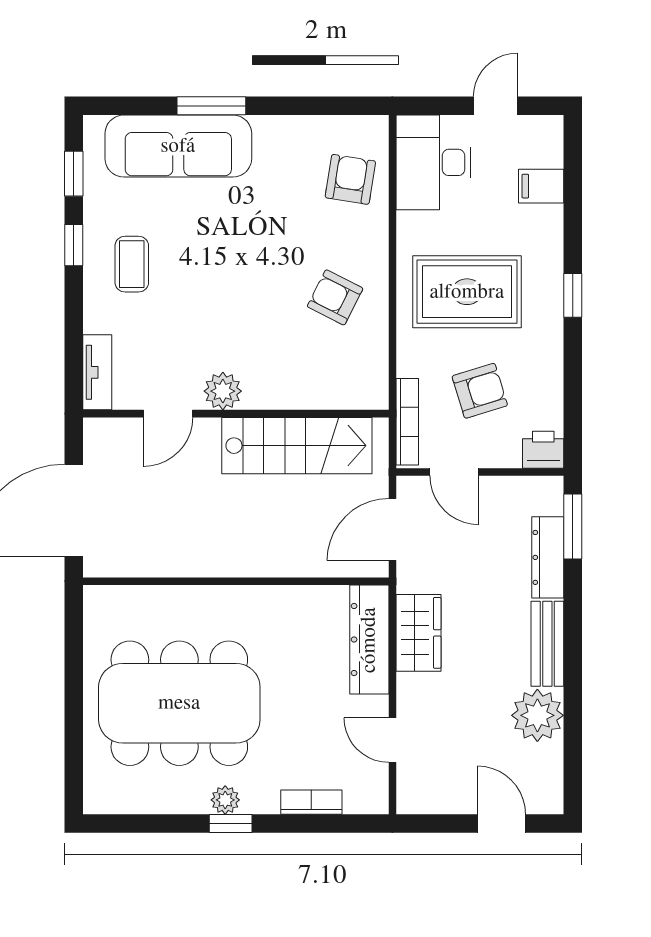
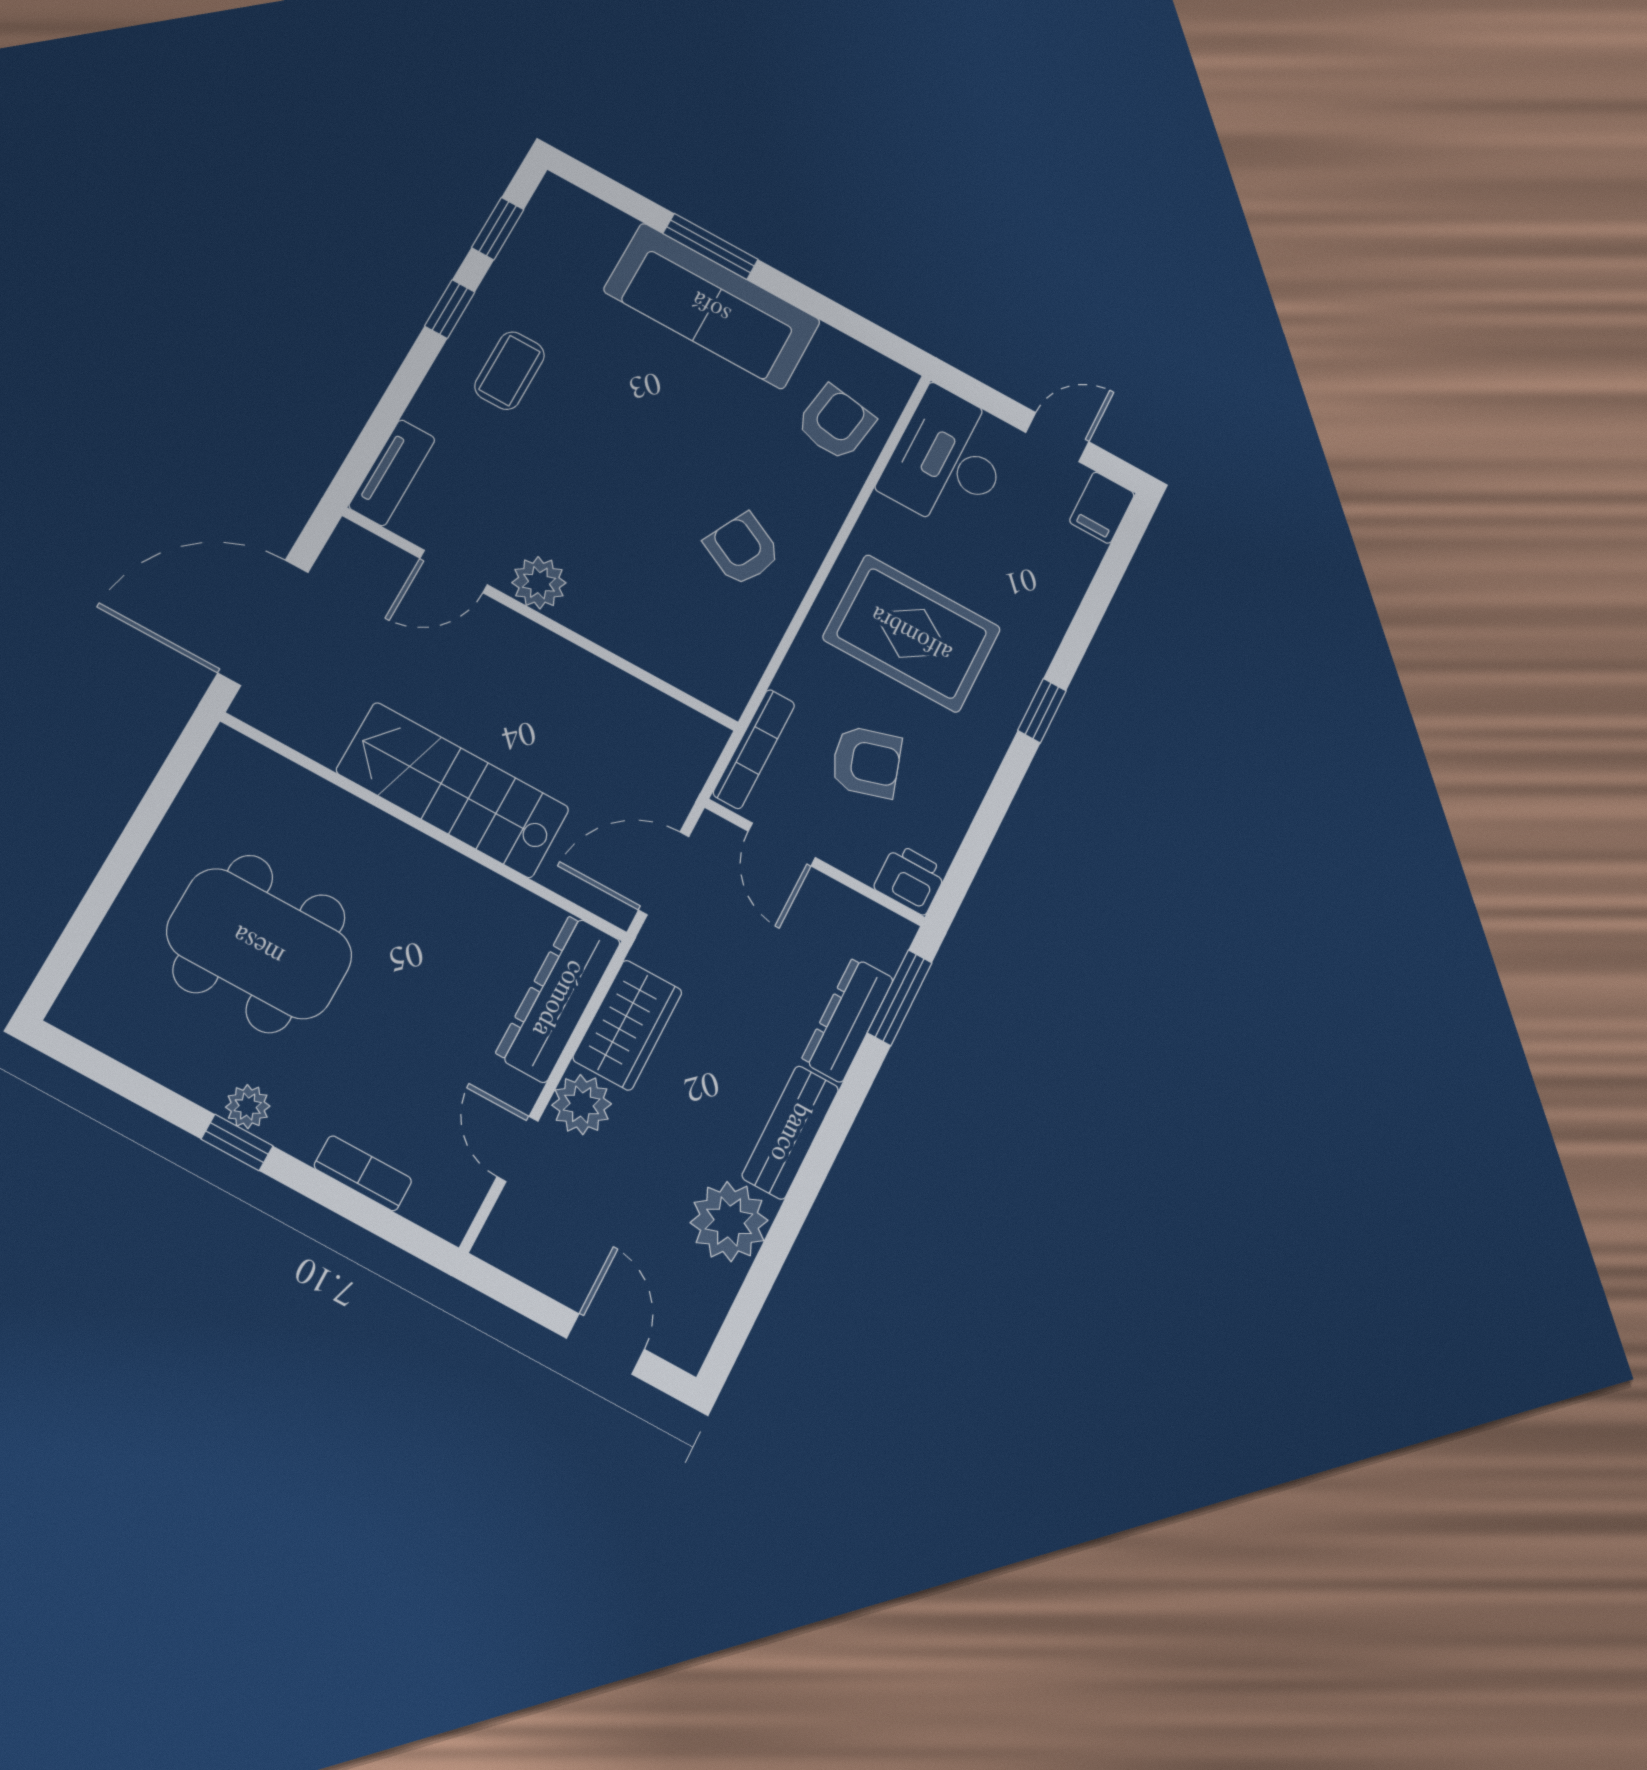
sofa: (178, 146) -> (712, 306), moved
filing cabinet: (541, 186) -> (1102, 508), moved, turned -90
stairs: (297, 446) -> (453, 790), moved, turned 180
plant: (416, 694) -> (582, 1105), added
dining table: (179, 703) -> (259, 944), width x0.73, depth x0.80

